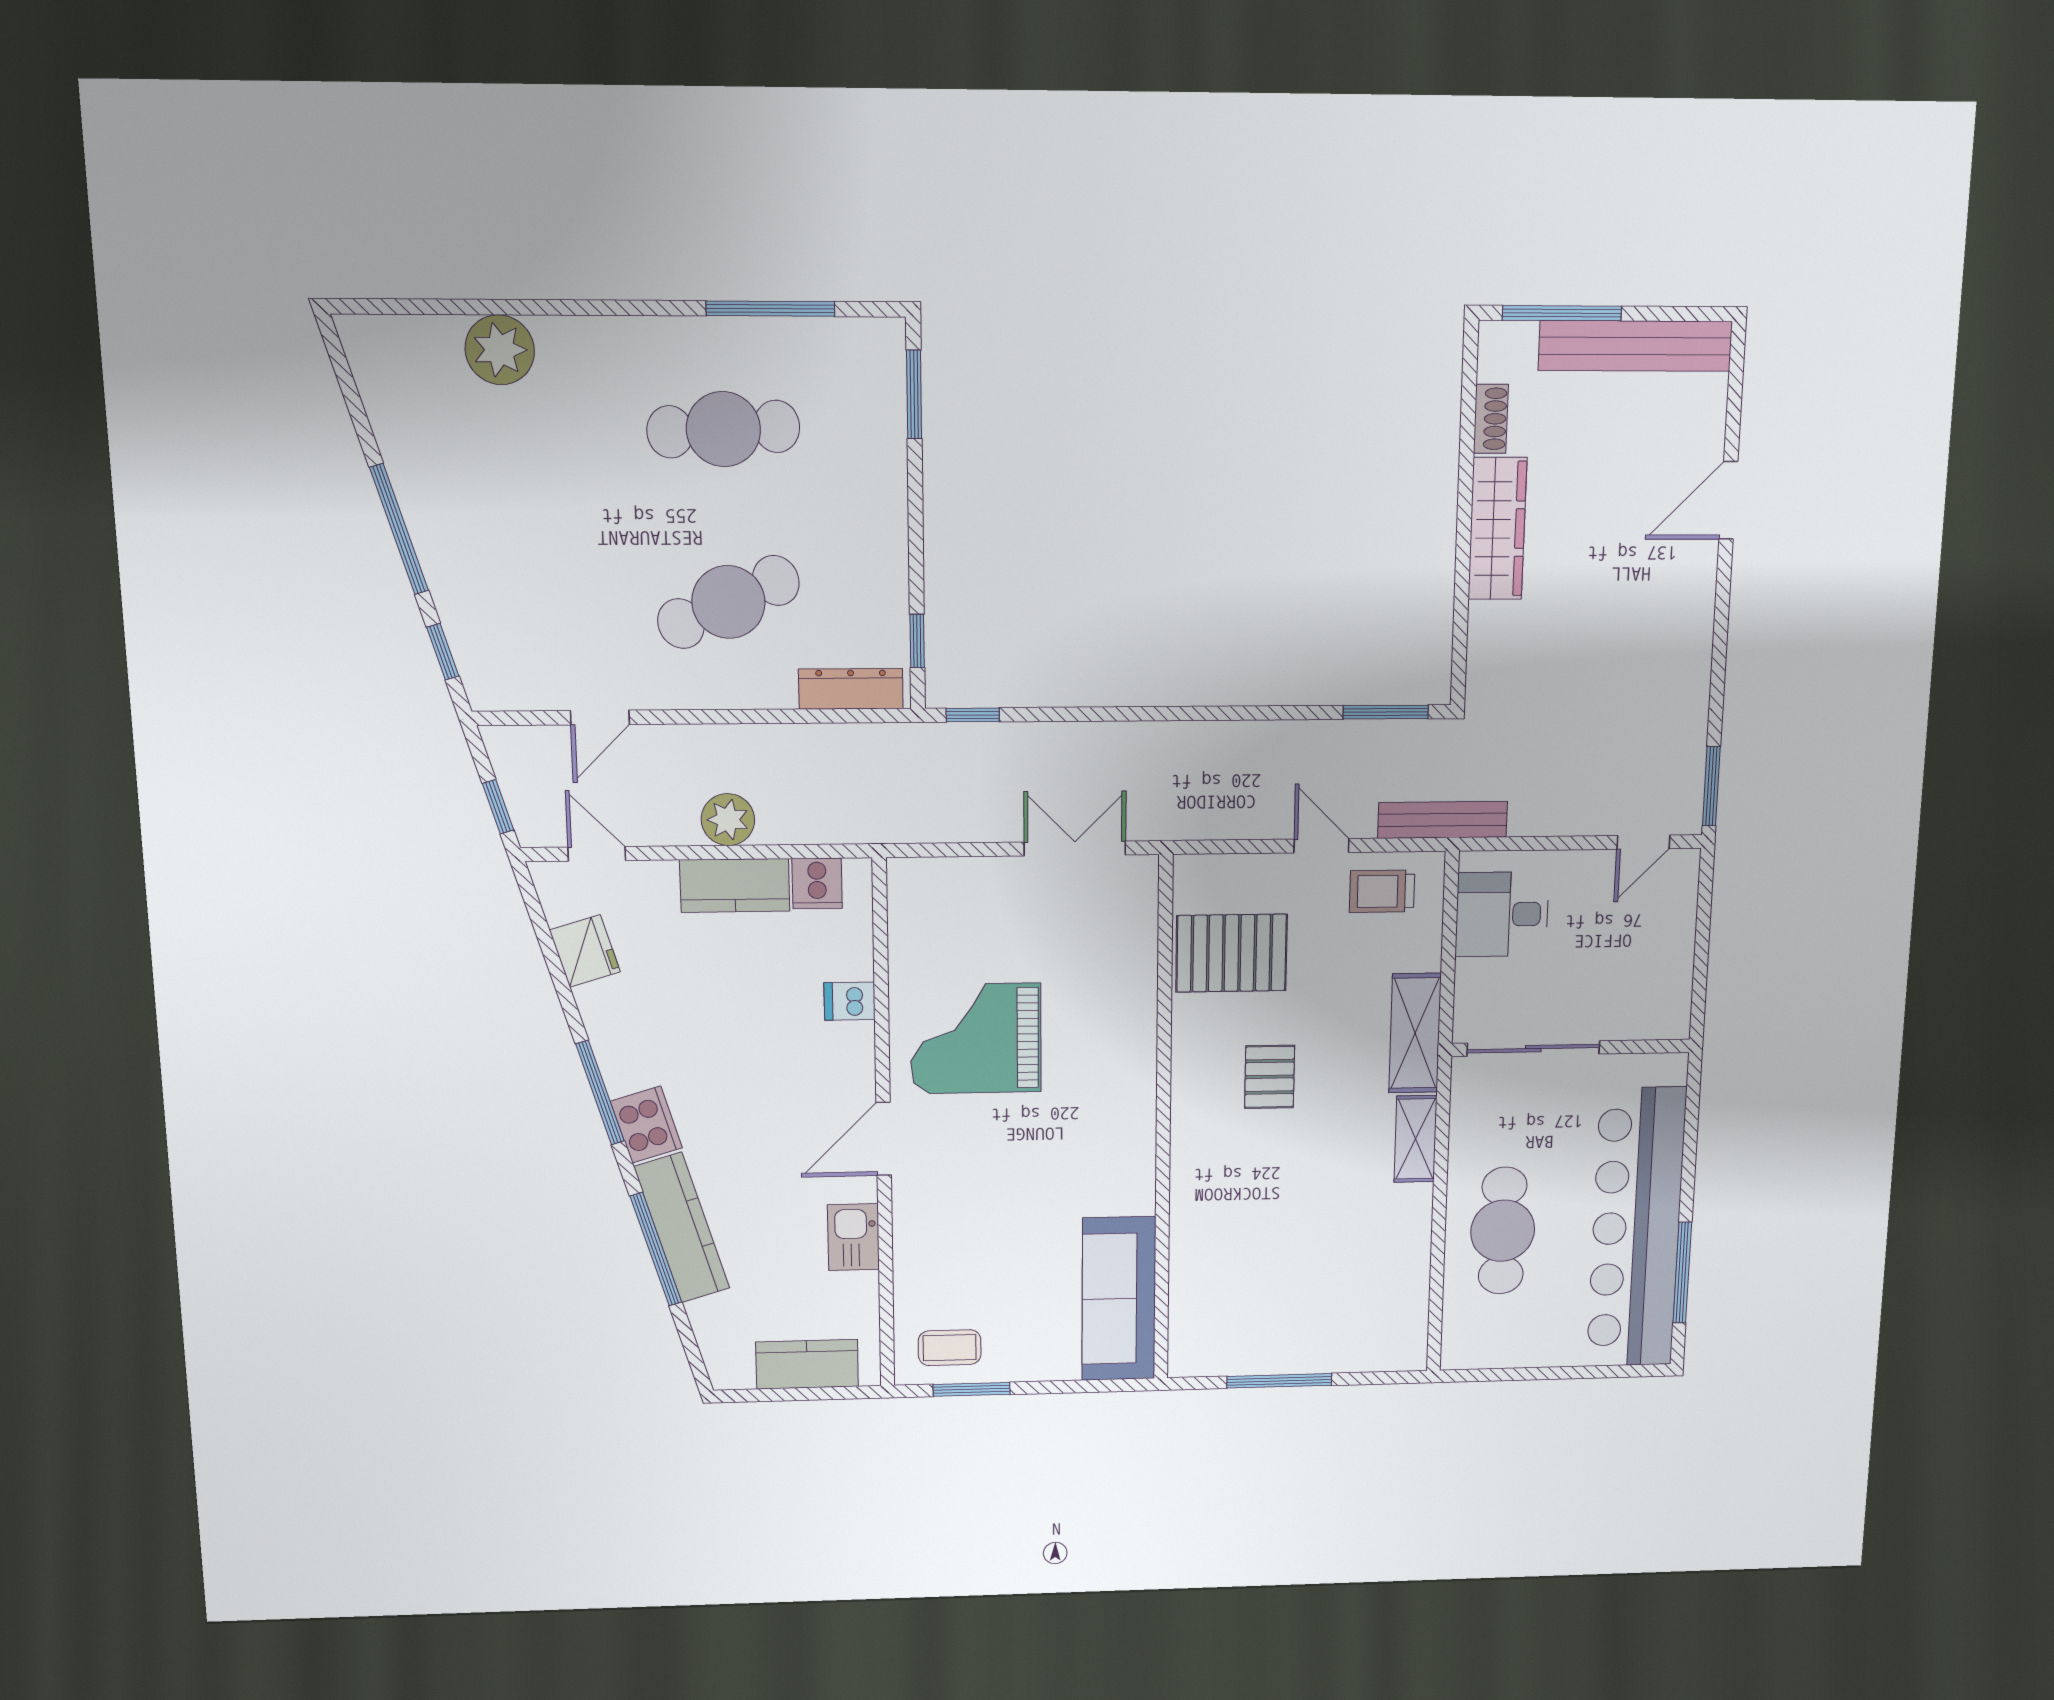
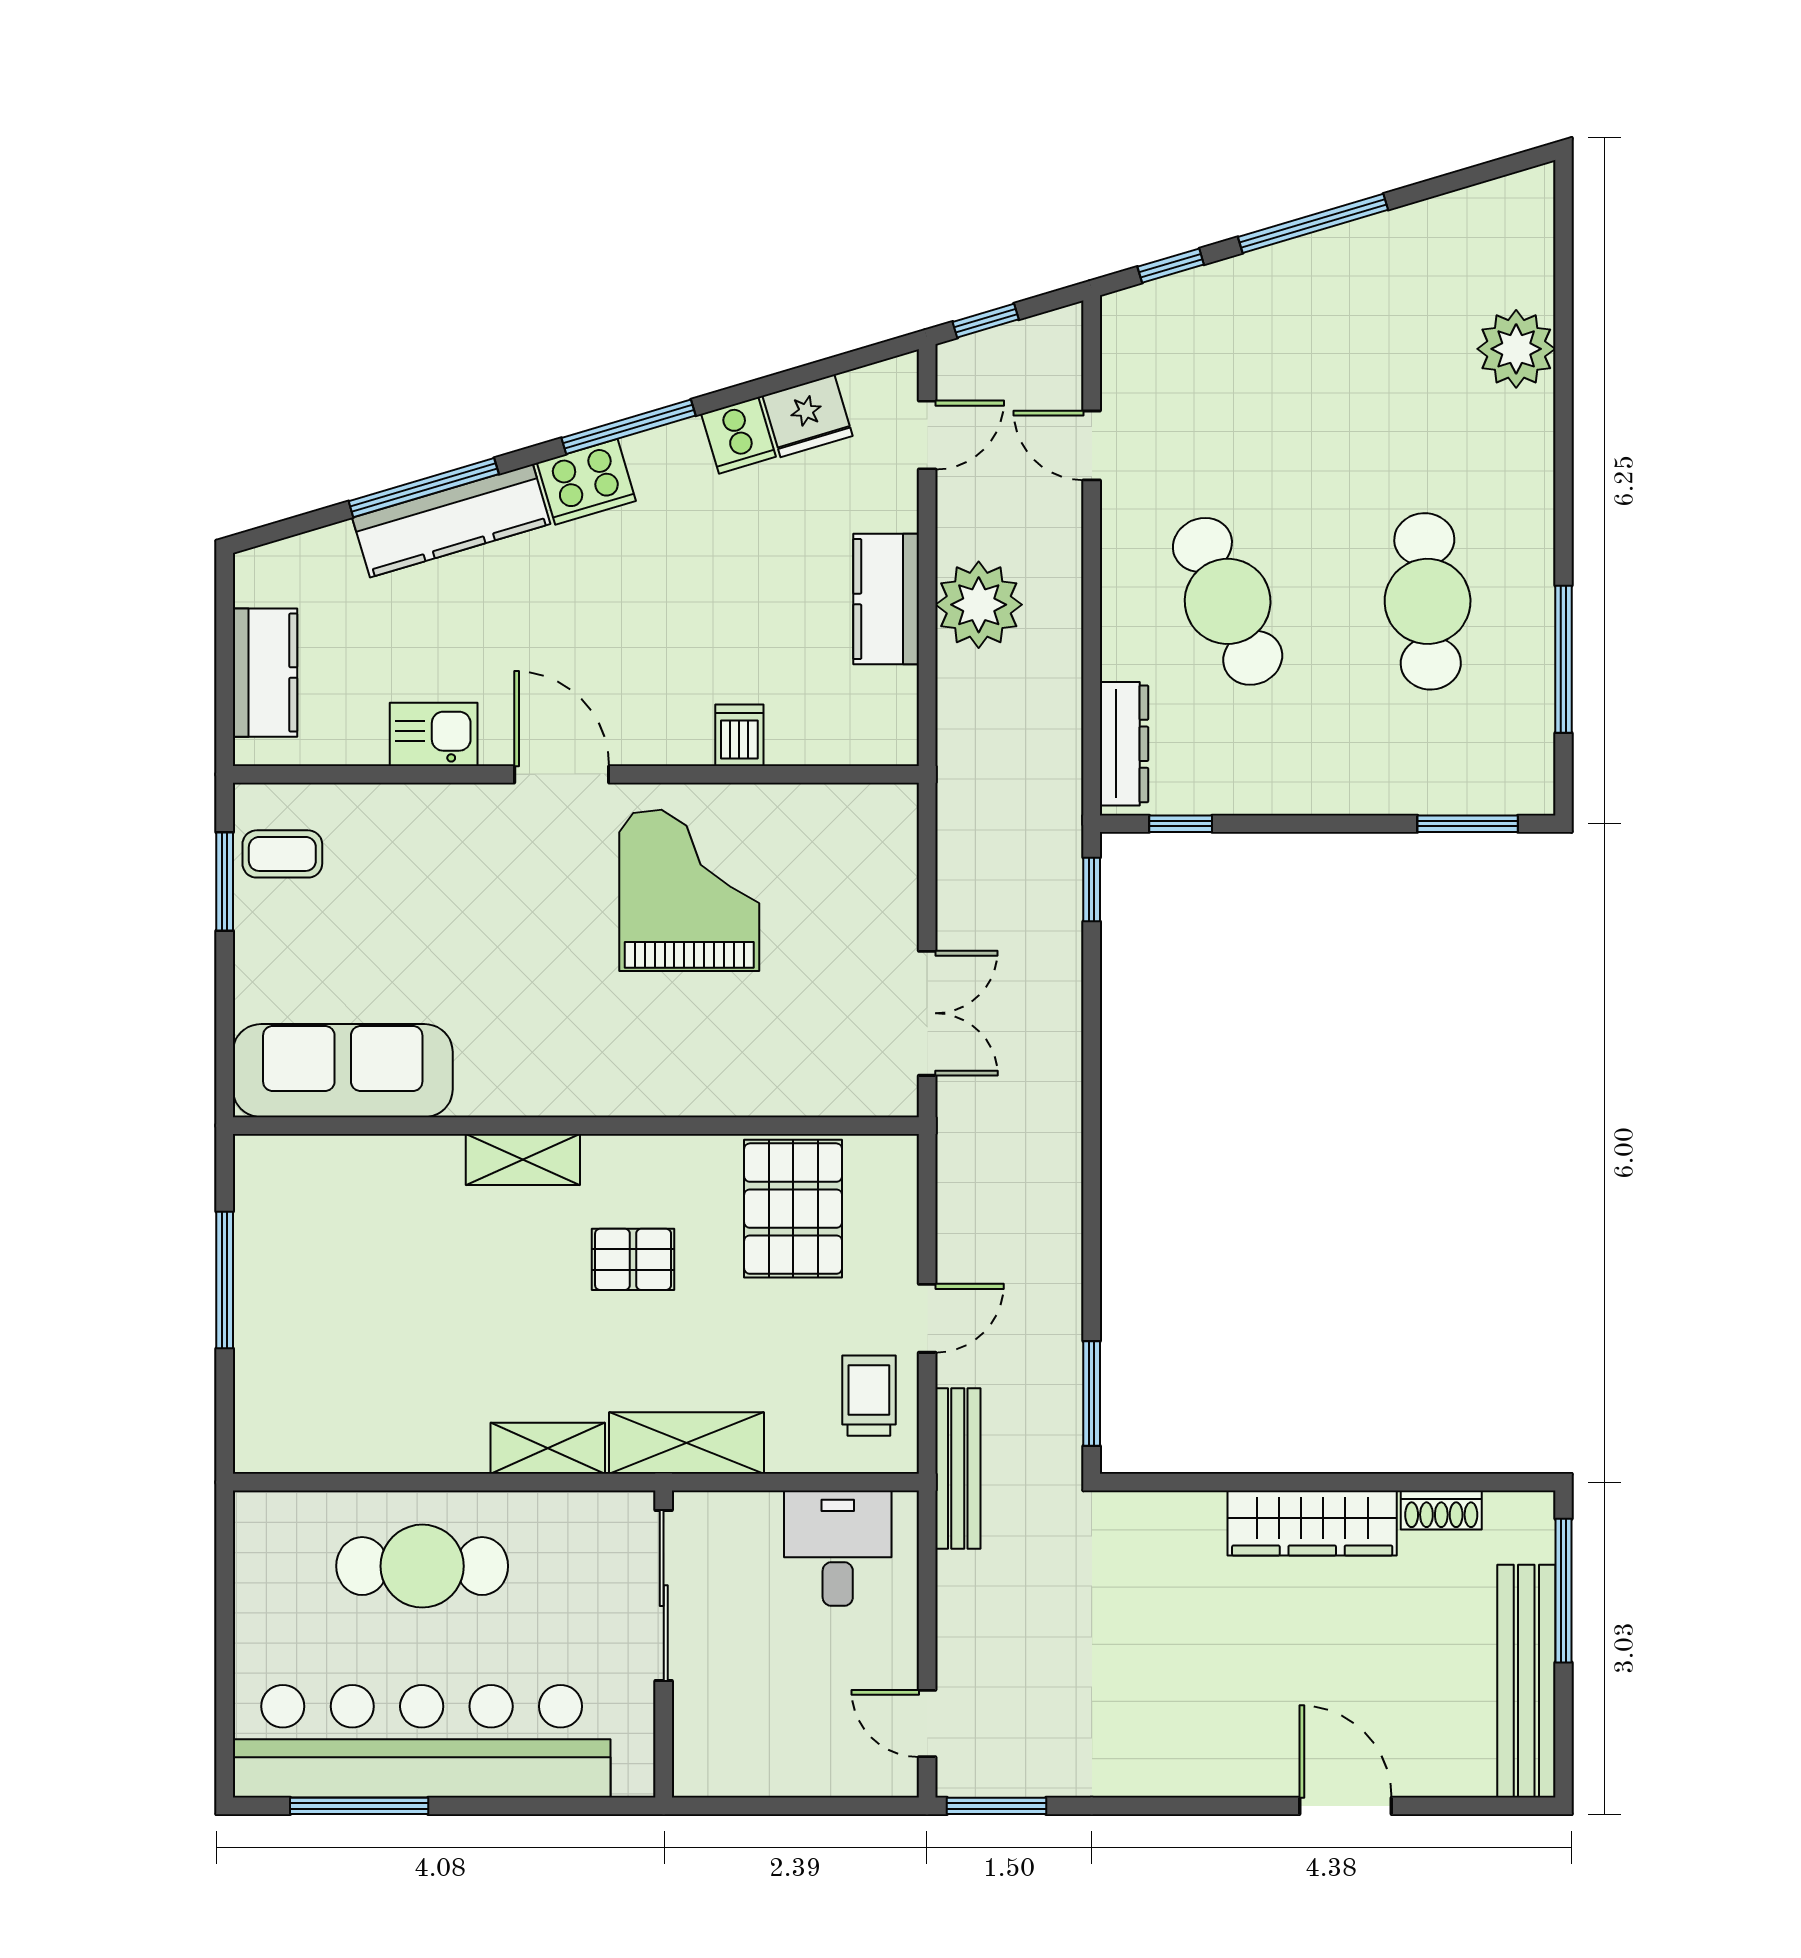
plant: (728, 820) -> (979, 605), width x1.36, depth x1.36
cooker: (817, 883) -> (739, 435), moved, turned -107
shelving: (1190, 1162) -> (523, 1159), added
coffee table: (950, 1348) -> (282, 854), turned 90

